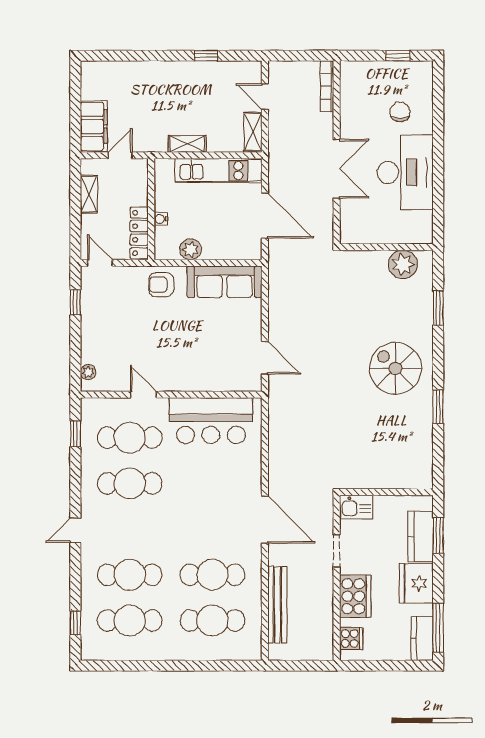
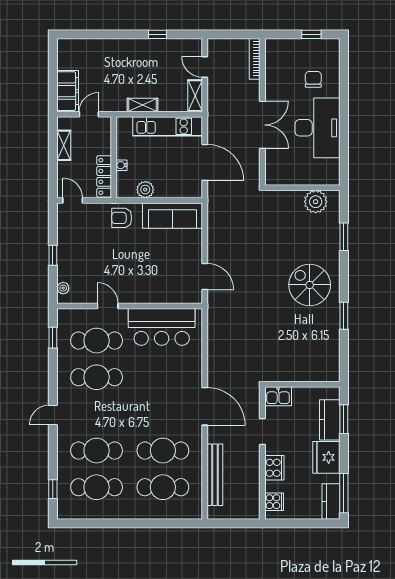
window: (75, 302) -> (53, 255), moved
cooker: (355, 596) -> (274, 468), width x0.73, depth x0.76

